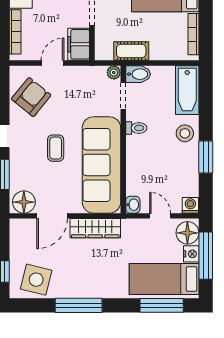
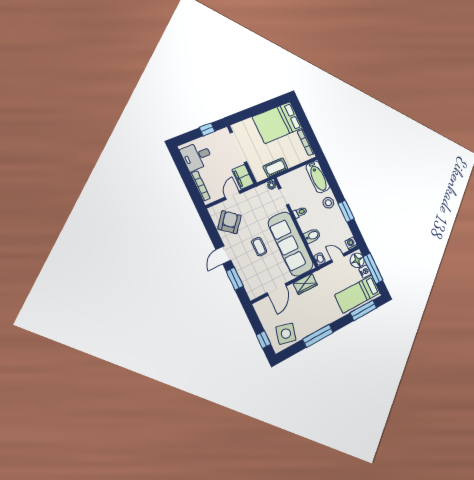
bidet: (138, 74) -> (312, 236), moved
floor lamp: (24, 202) -> (256, 289), removed
wardrobe: (95, 228) -> (305, 284), width x0.67

